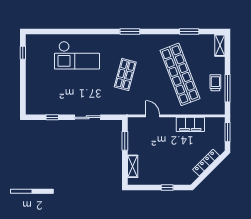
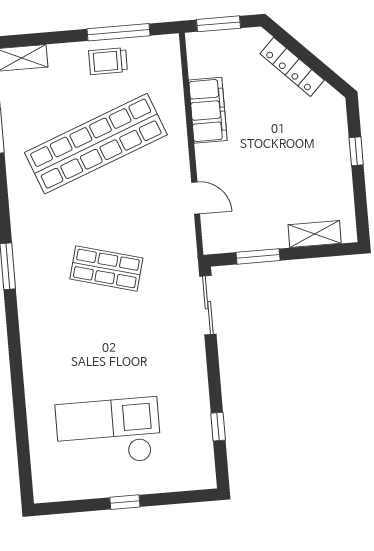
window: (23, 53) -> (125, 502), moved
checkout: (77, 55) -> (108, 432), moved, turned -90
door: (153, 116) -> (196, 198), swing flipped
sliding door: (88, 117) -> (208, 305), moved

